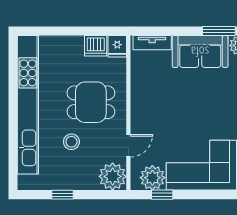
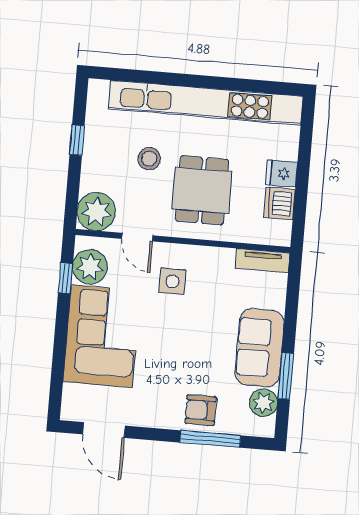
tv unit: (152, 43) -> (263, 261), moved, turned -90
fridge: (117, 46) -> (281, 173), moved
side table: (158, 118) -> (172, 281), added

